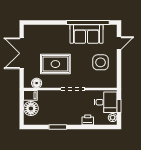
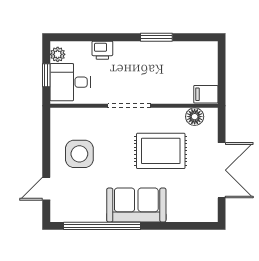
sofa: (87, 34) -> (136, 205), moved
floor lamp: (31, 108) -> (205, 71), removed

